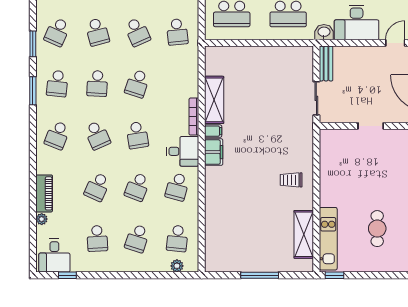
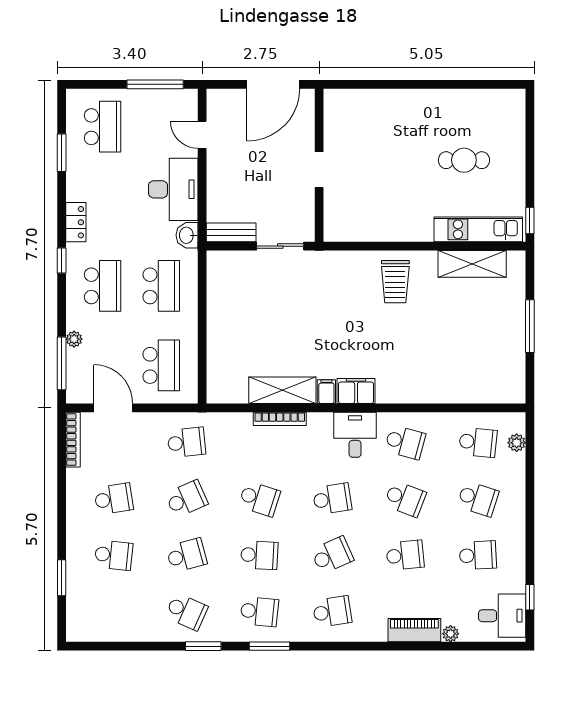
bookcase: (194, 117) -> (280, 419), moved
school desk: (57, 135) -> (332, 612), turned -30
trolley: (291, 180) -> (395, 282), width x1.36, depth x1.39
school desk: (97, 187) -> (405, 555), turned -30

